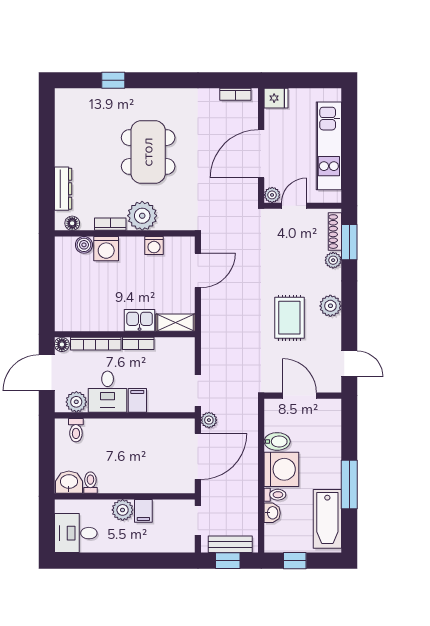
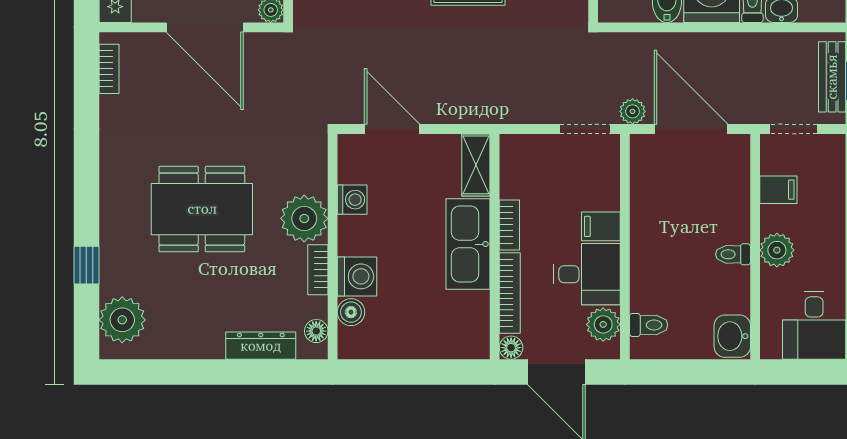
plant: (79, 102) -> (122, 320), added
kitchen sink: (140, 320) -> (468, 244), width x1.88, depth x1.24
toilet: (90, 483) -> (733, 254), moved
filing cabinet: (143, 511) -> (778, 190), moved

